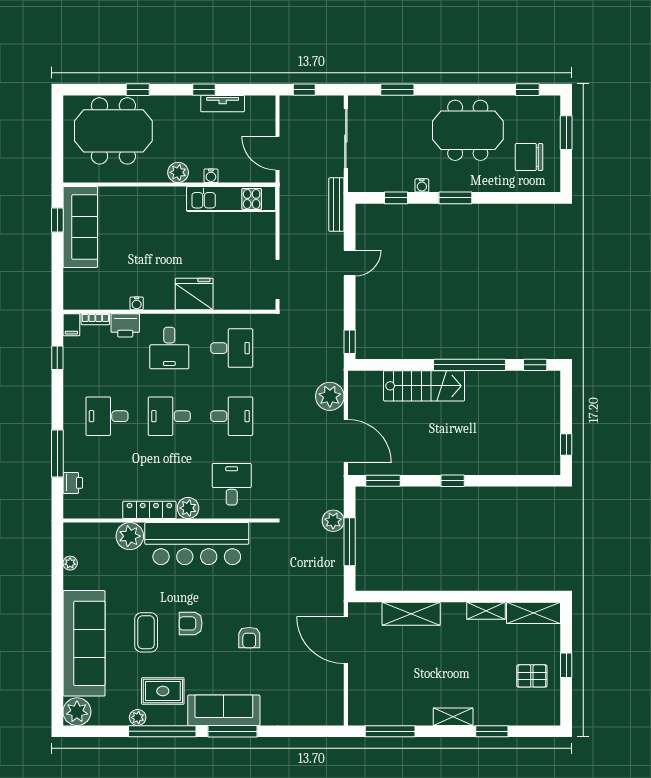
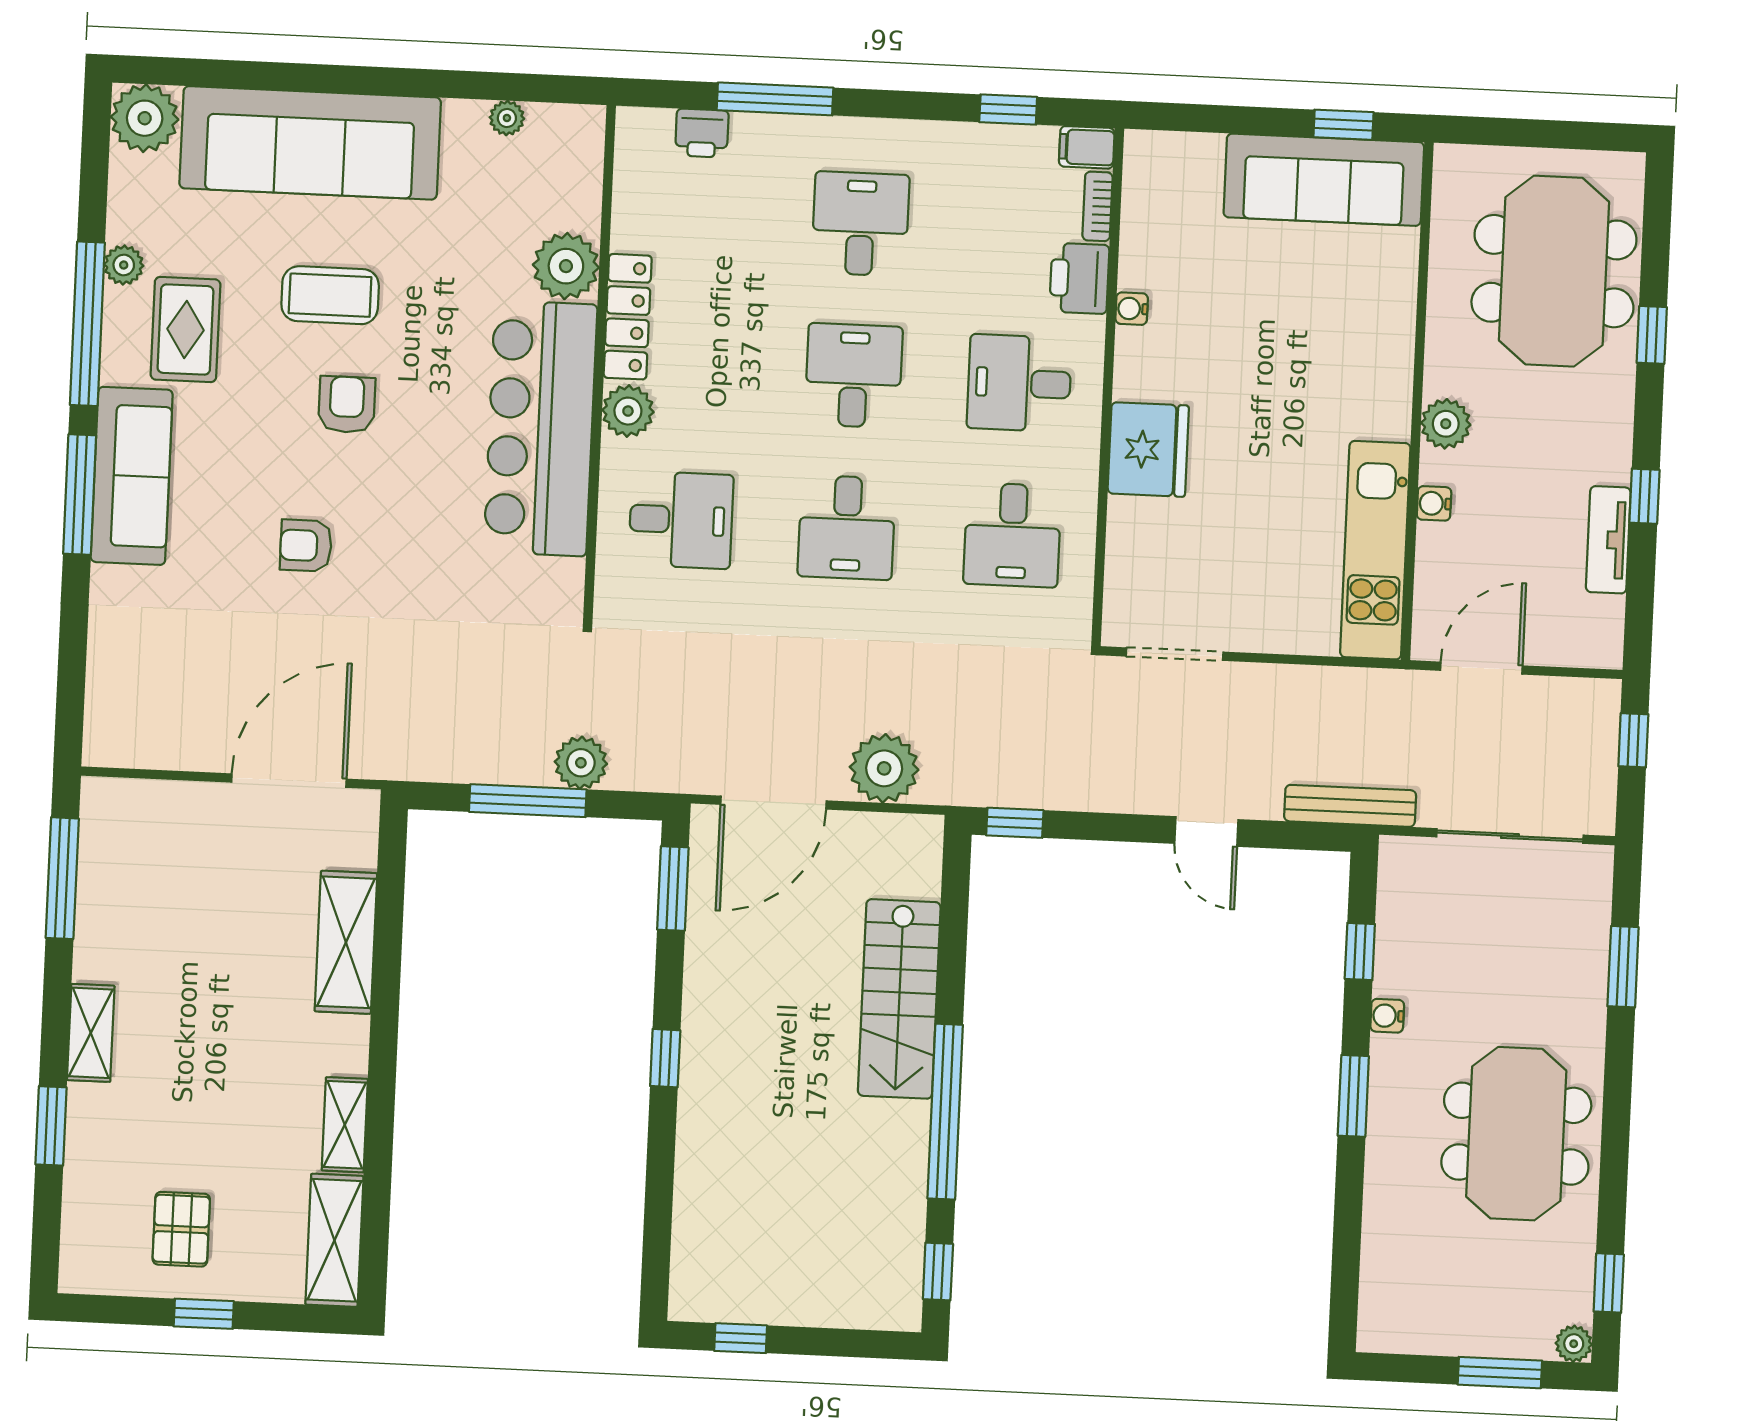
plant: (553, 103) -> (1574, 1344), added
chair: (529, 157) -> (1444, 1280), removed

